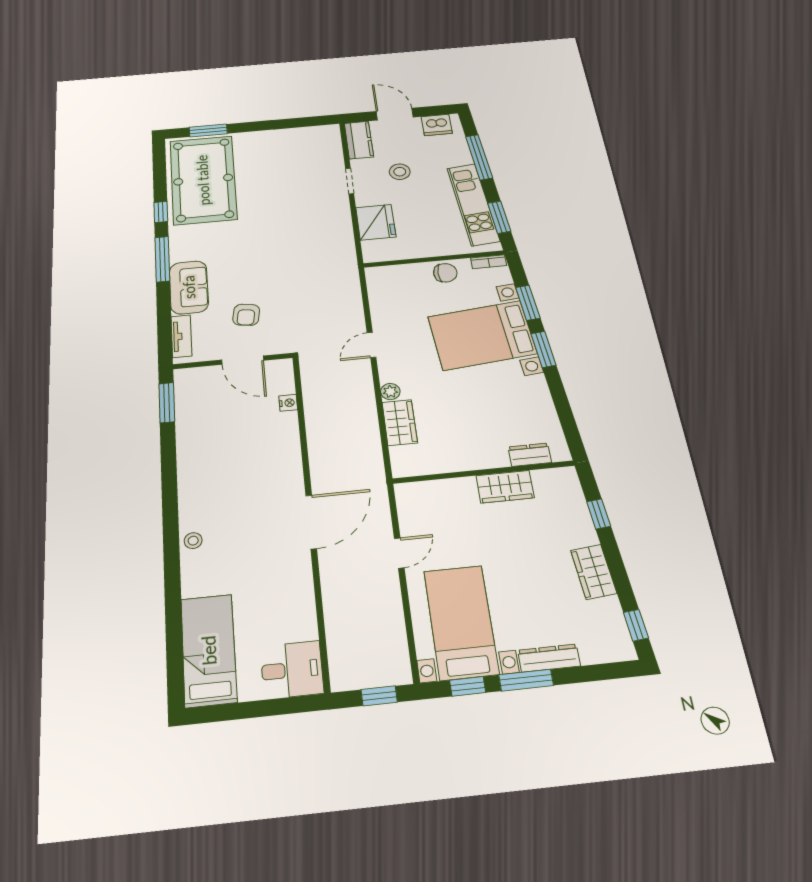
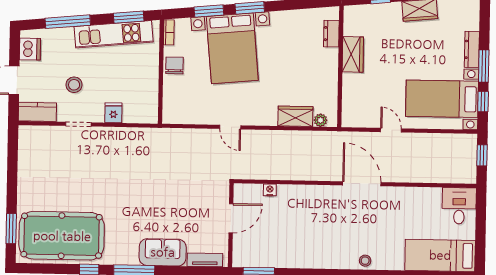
fridge: (376, 222) -> (113, 113), width x0.53, depth x0.75
armchair: (246, 315) -> (192, 213), removed
plant: (390, 392) -> (320, 120), moved

